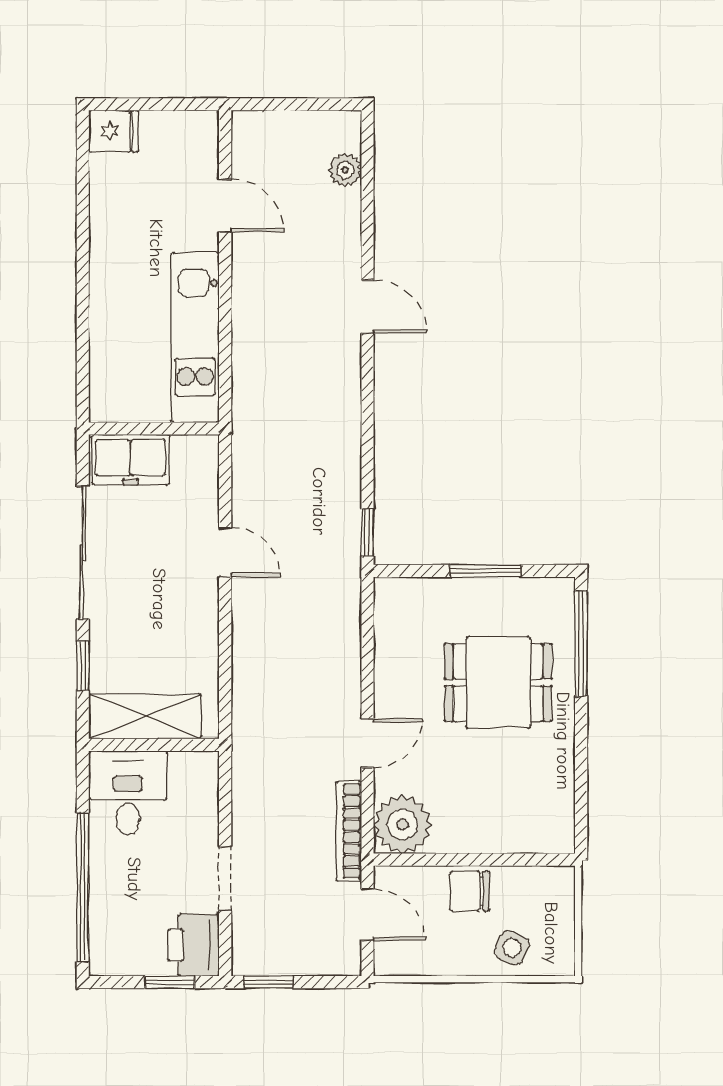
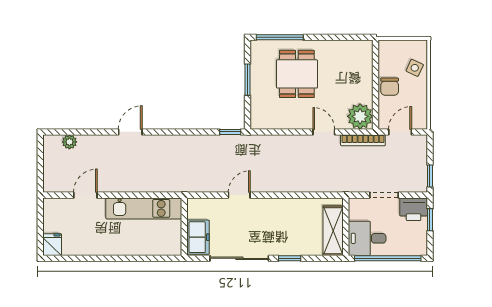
shelving: (145, 716) -> (333, 231), moved
wall: (154, 745) -> (346, 227), moved
desk: (128, 793) -> (367, 238), moved

